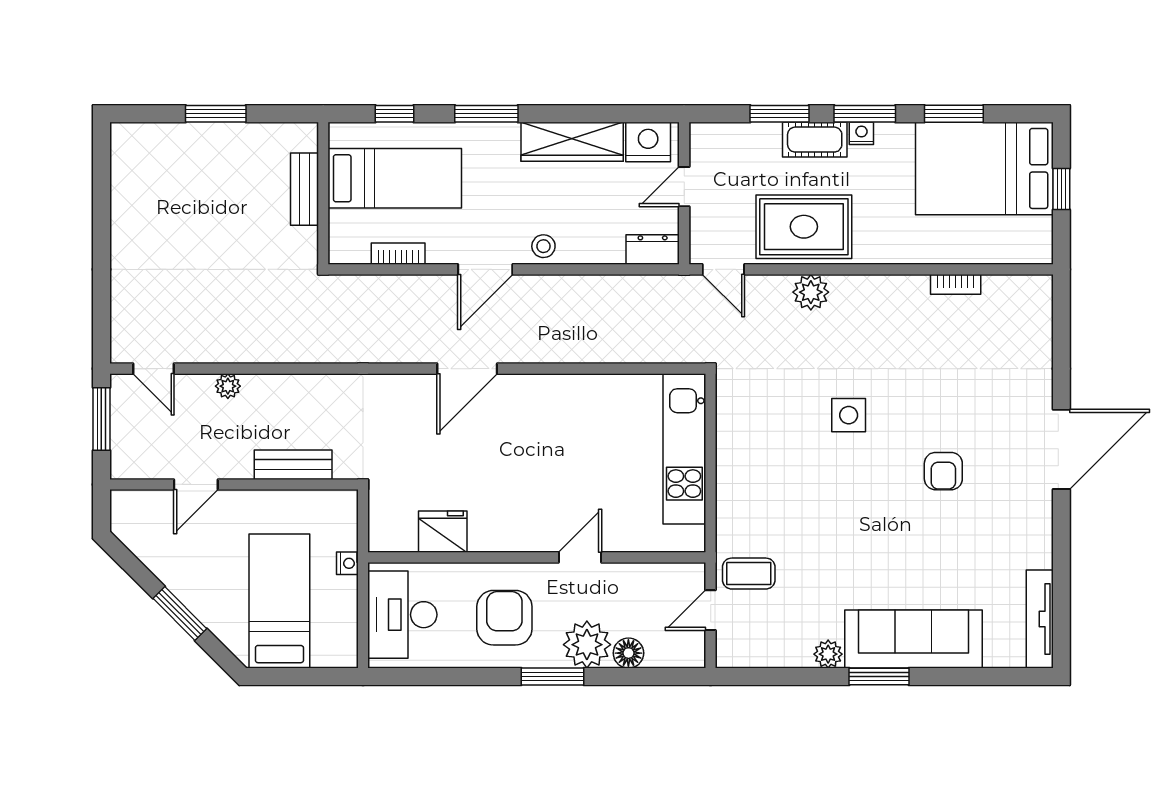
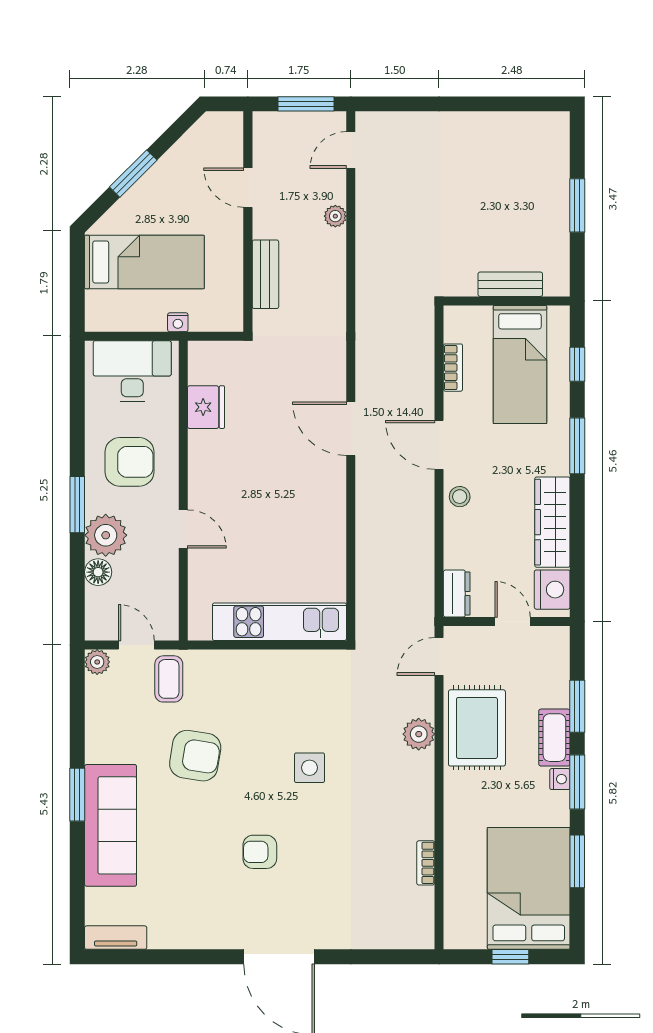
armchair: (835, 544) -> (195, 756), added
tv unit: (1040, 619) -> (116, 938), width x0.71
plant: (828, 654) -> (97, 662), moved

